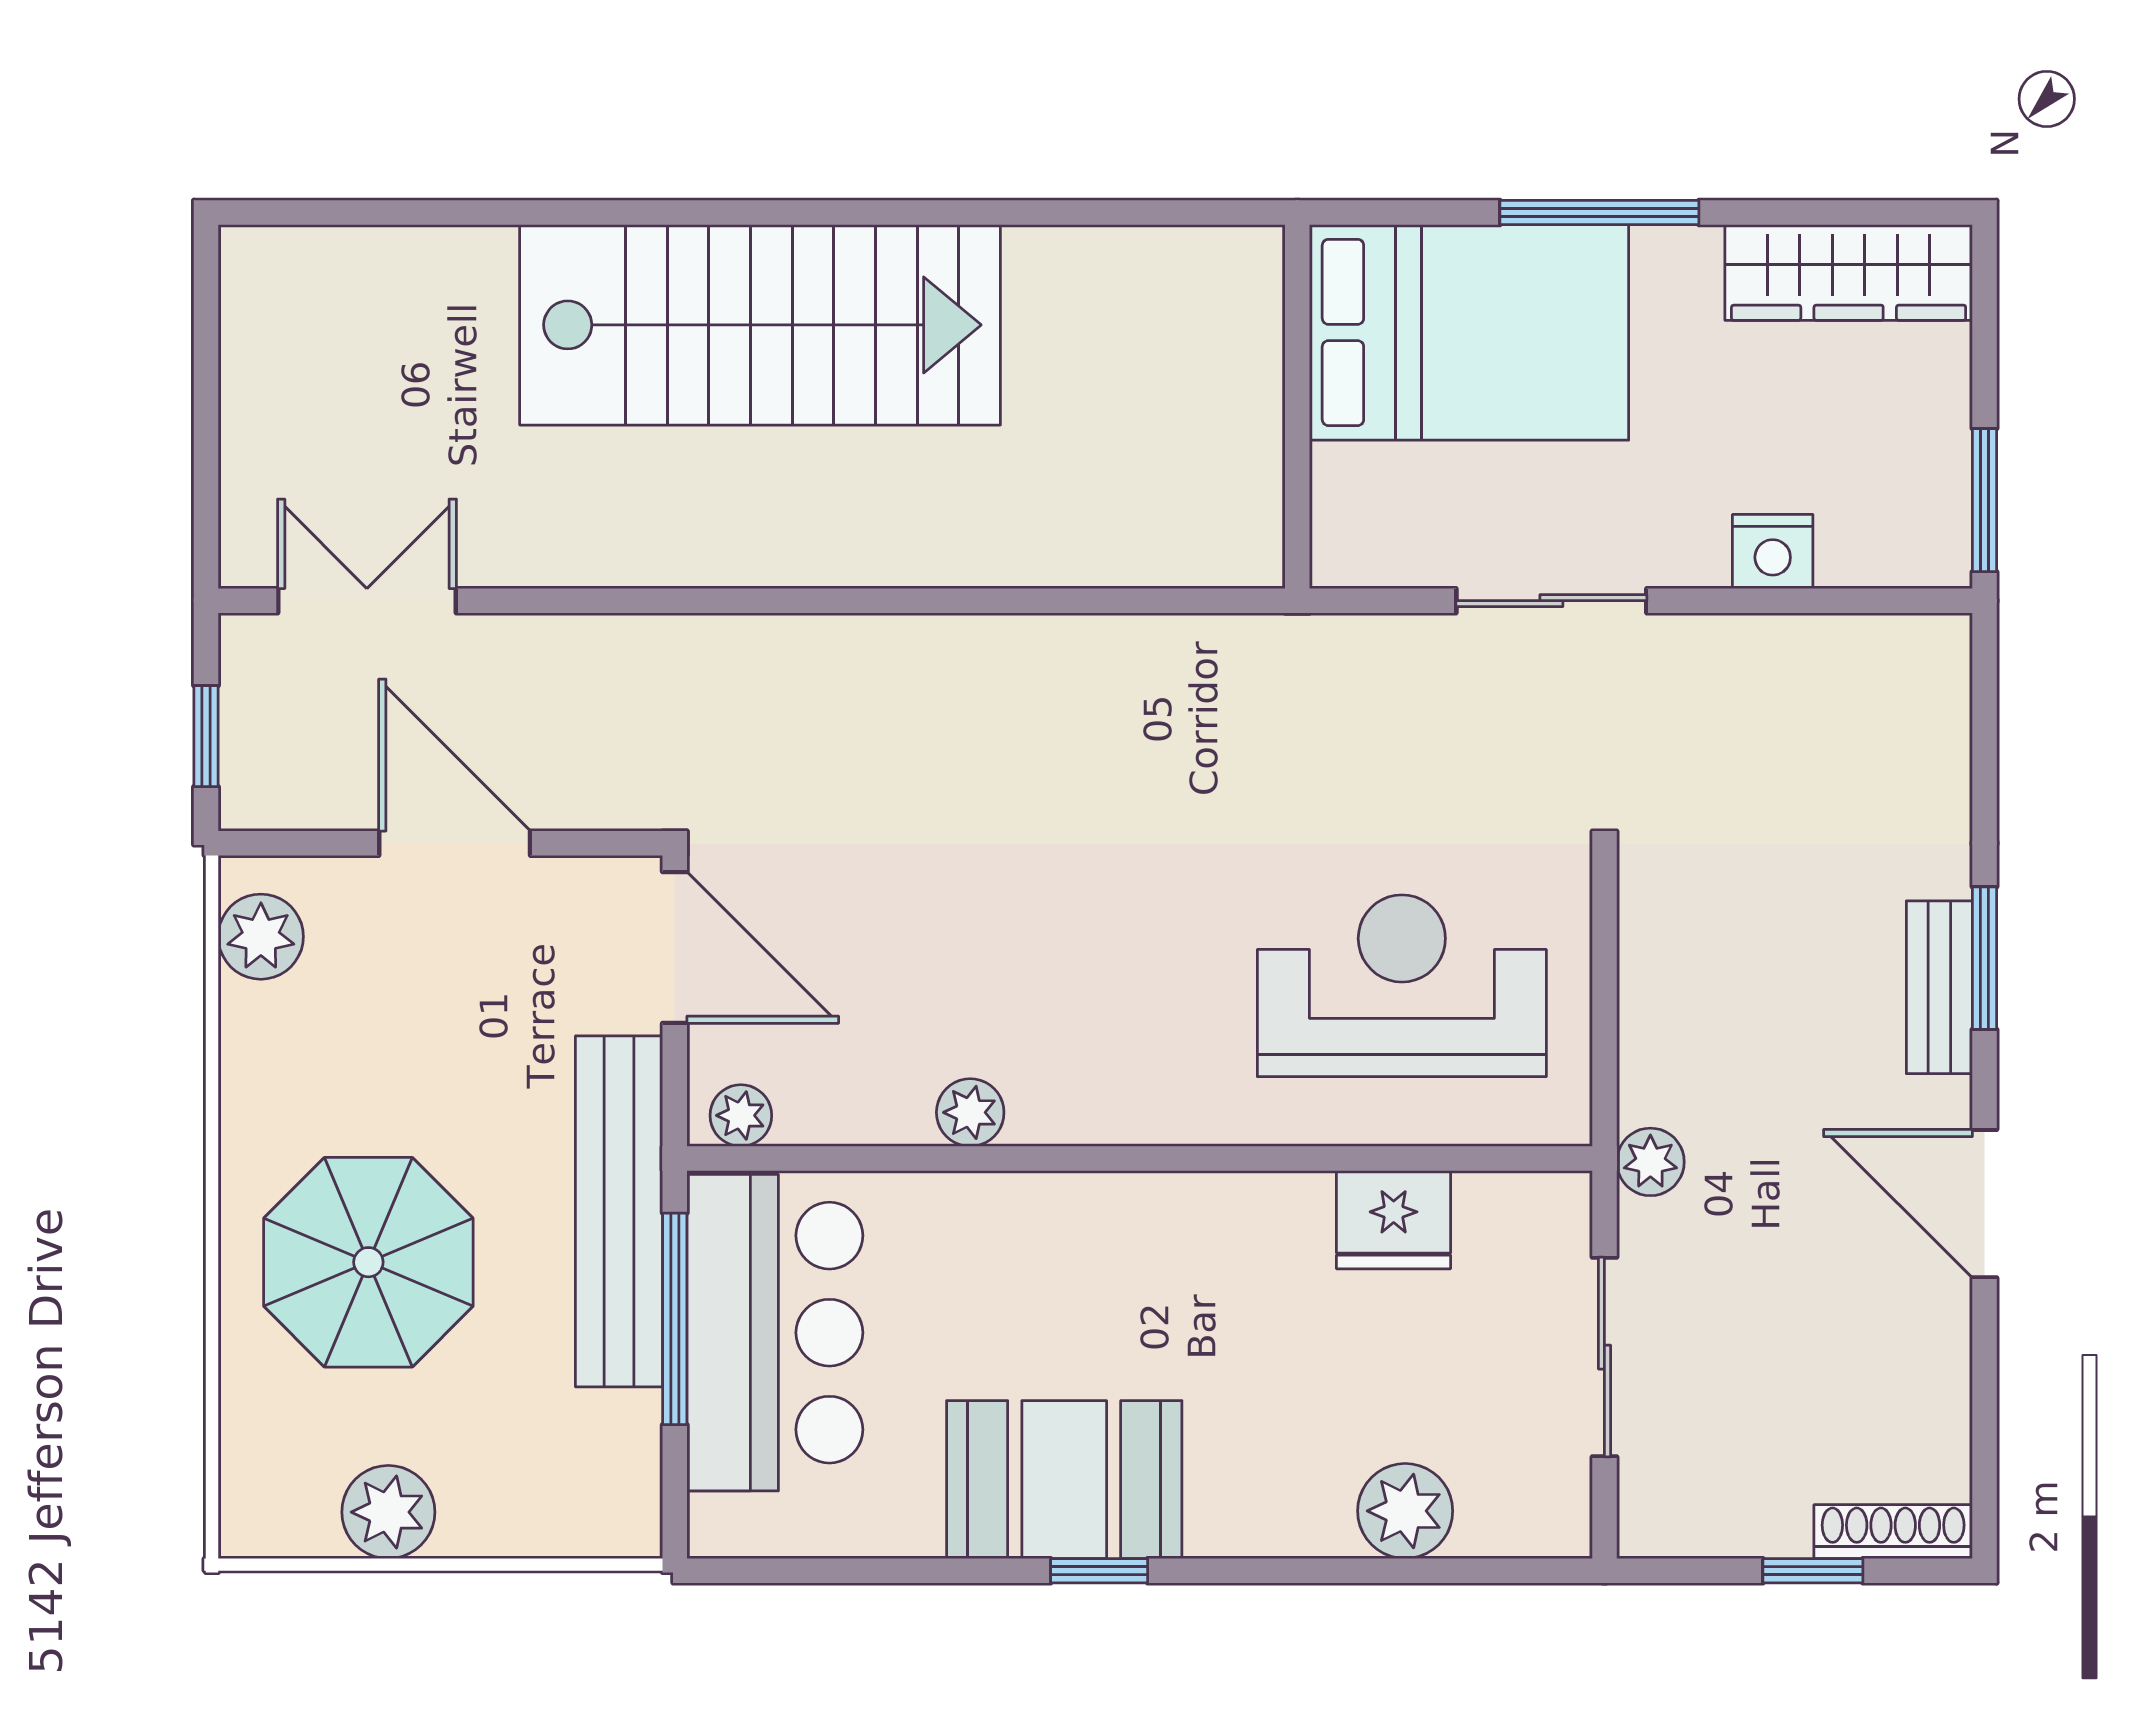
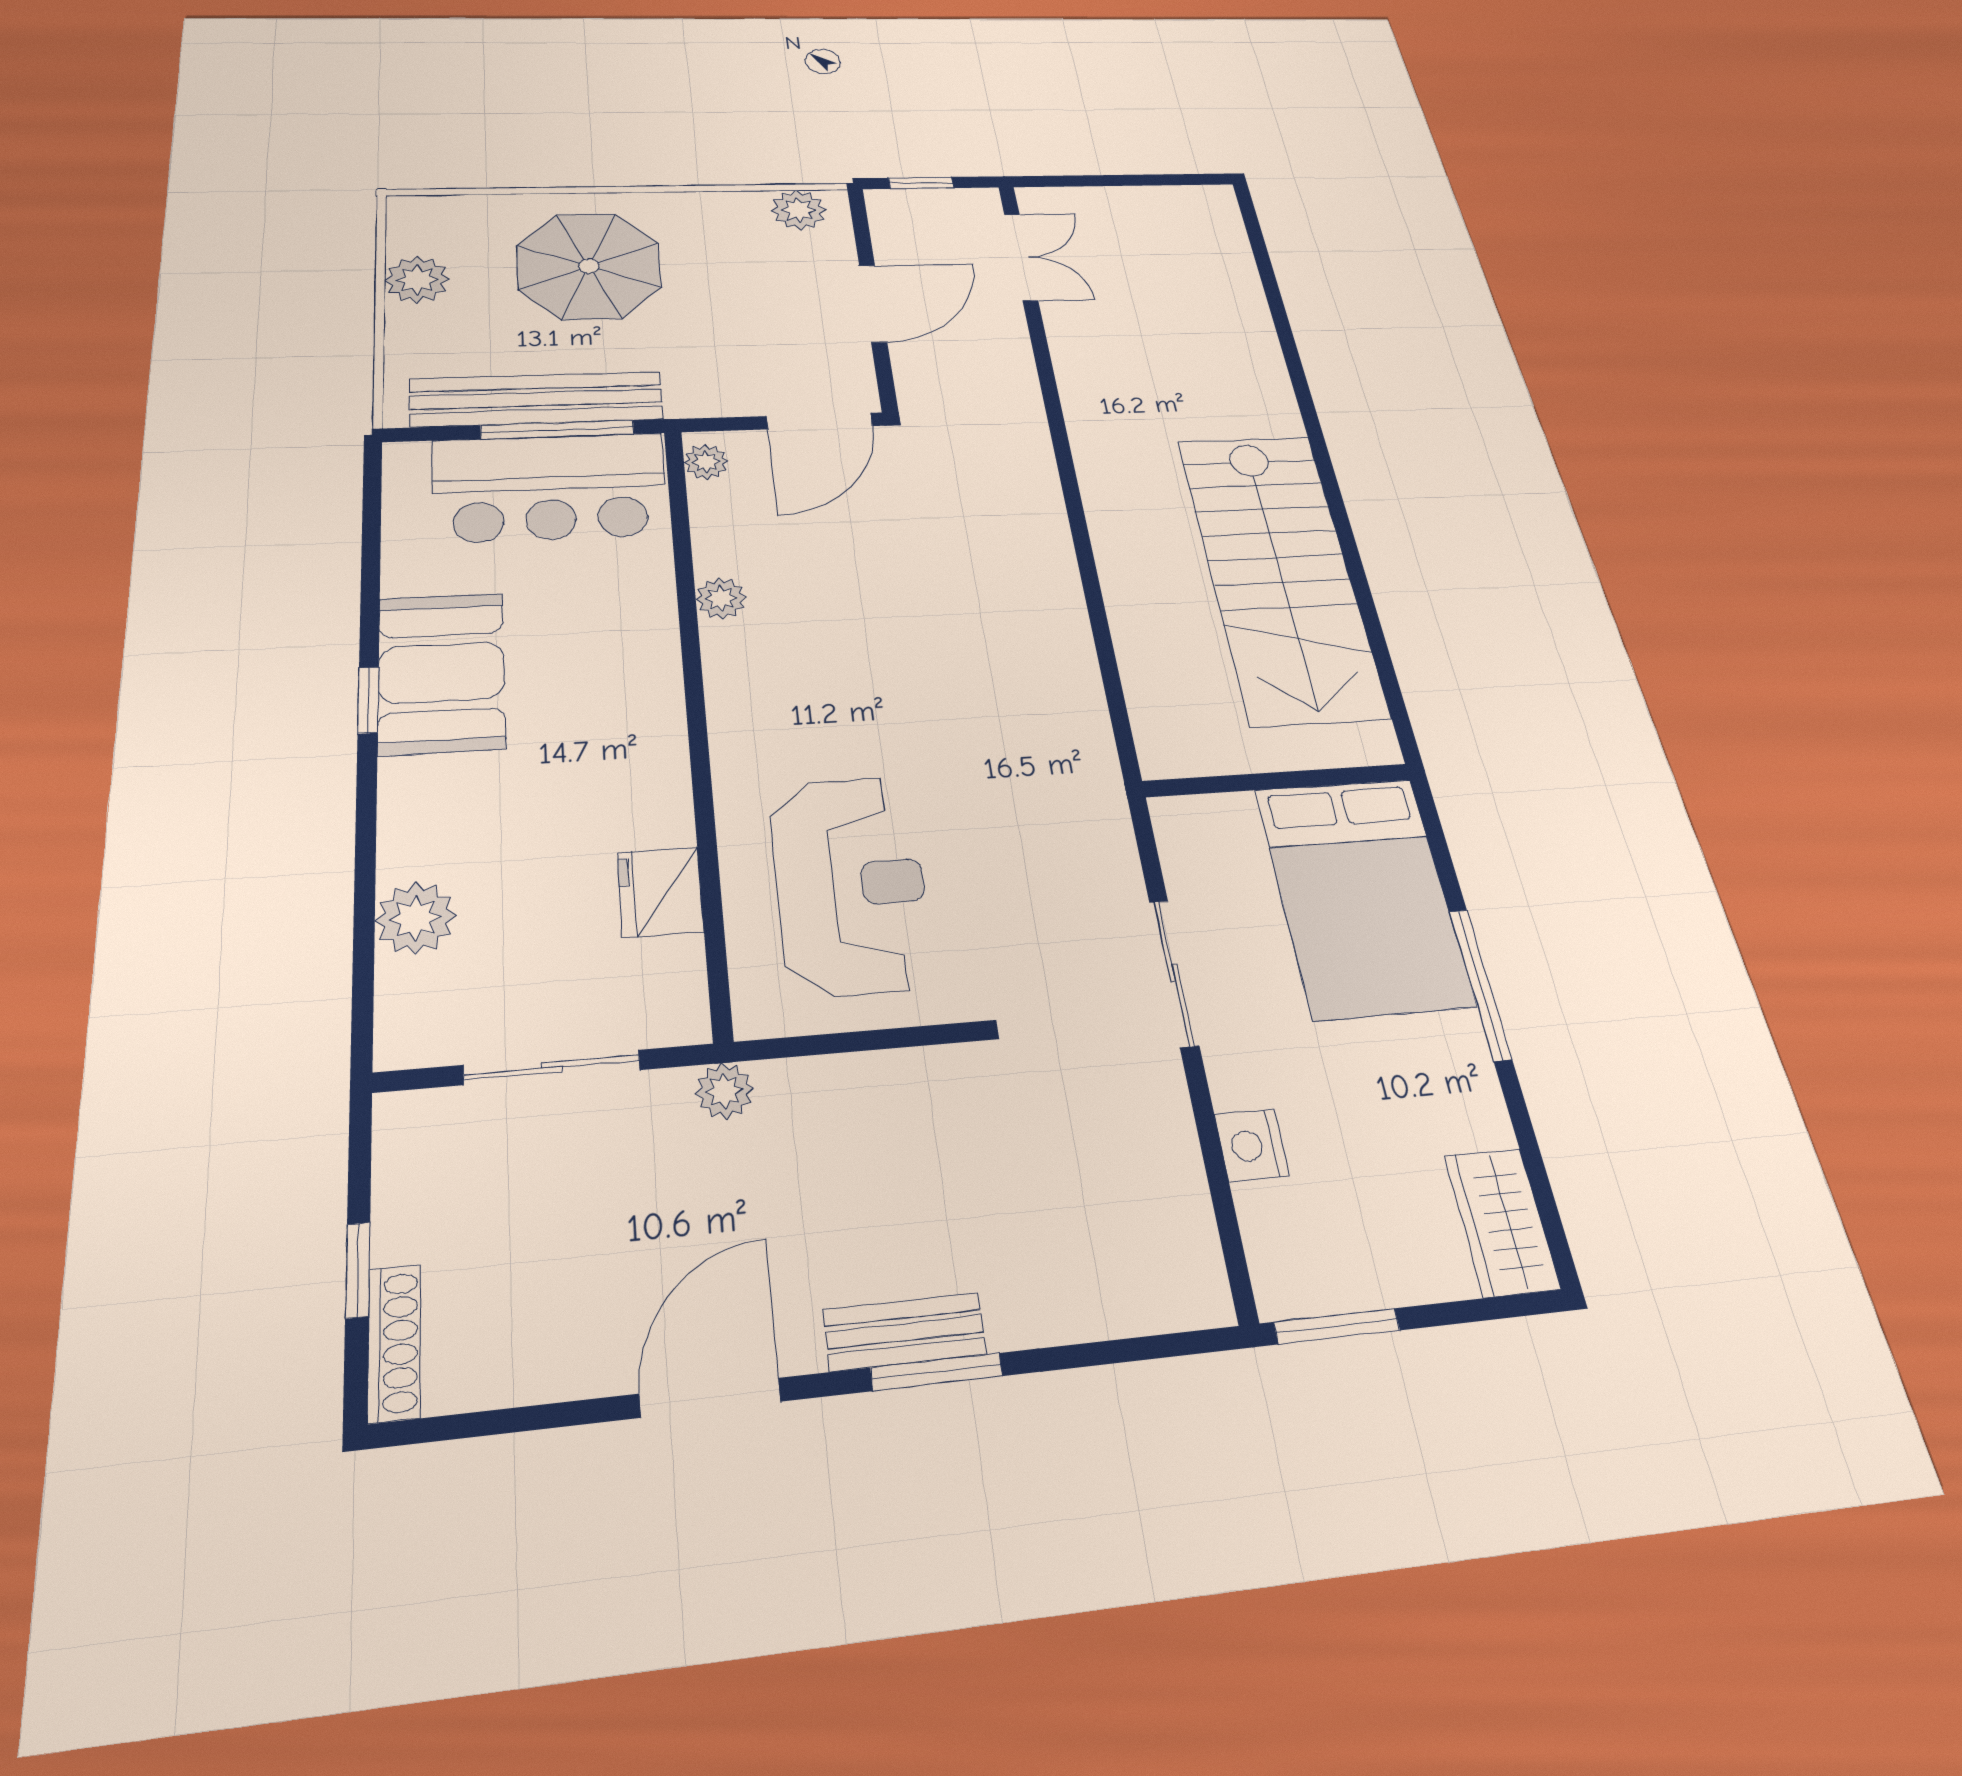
wardrobe: (1849, 273) -> (1502, 1222), width x0.67
stairs: (760, 325) -> (1281, 575), moved
bench: (619, 1211) -> (537, 399), moved

